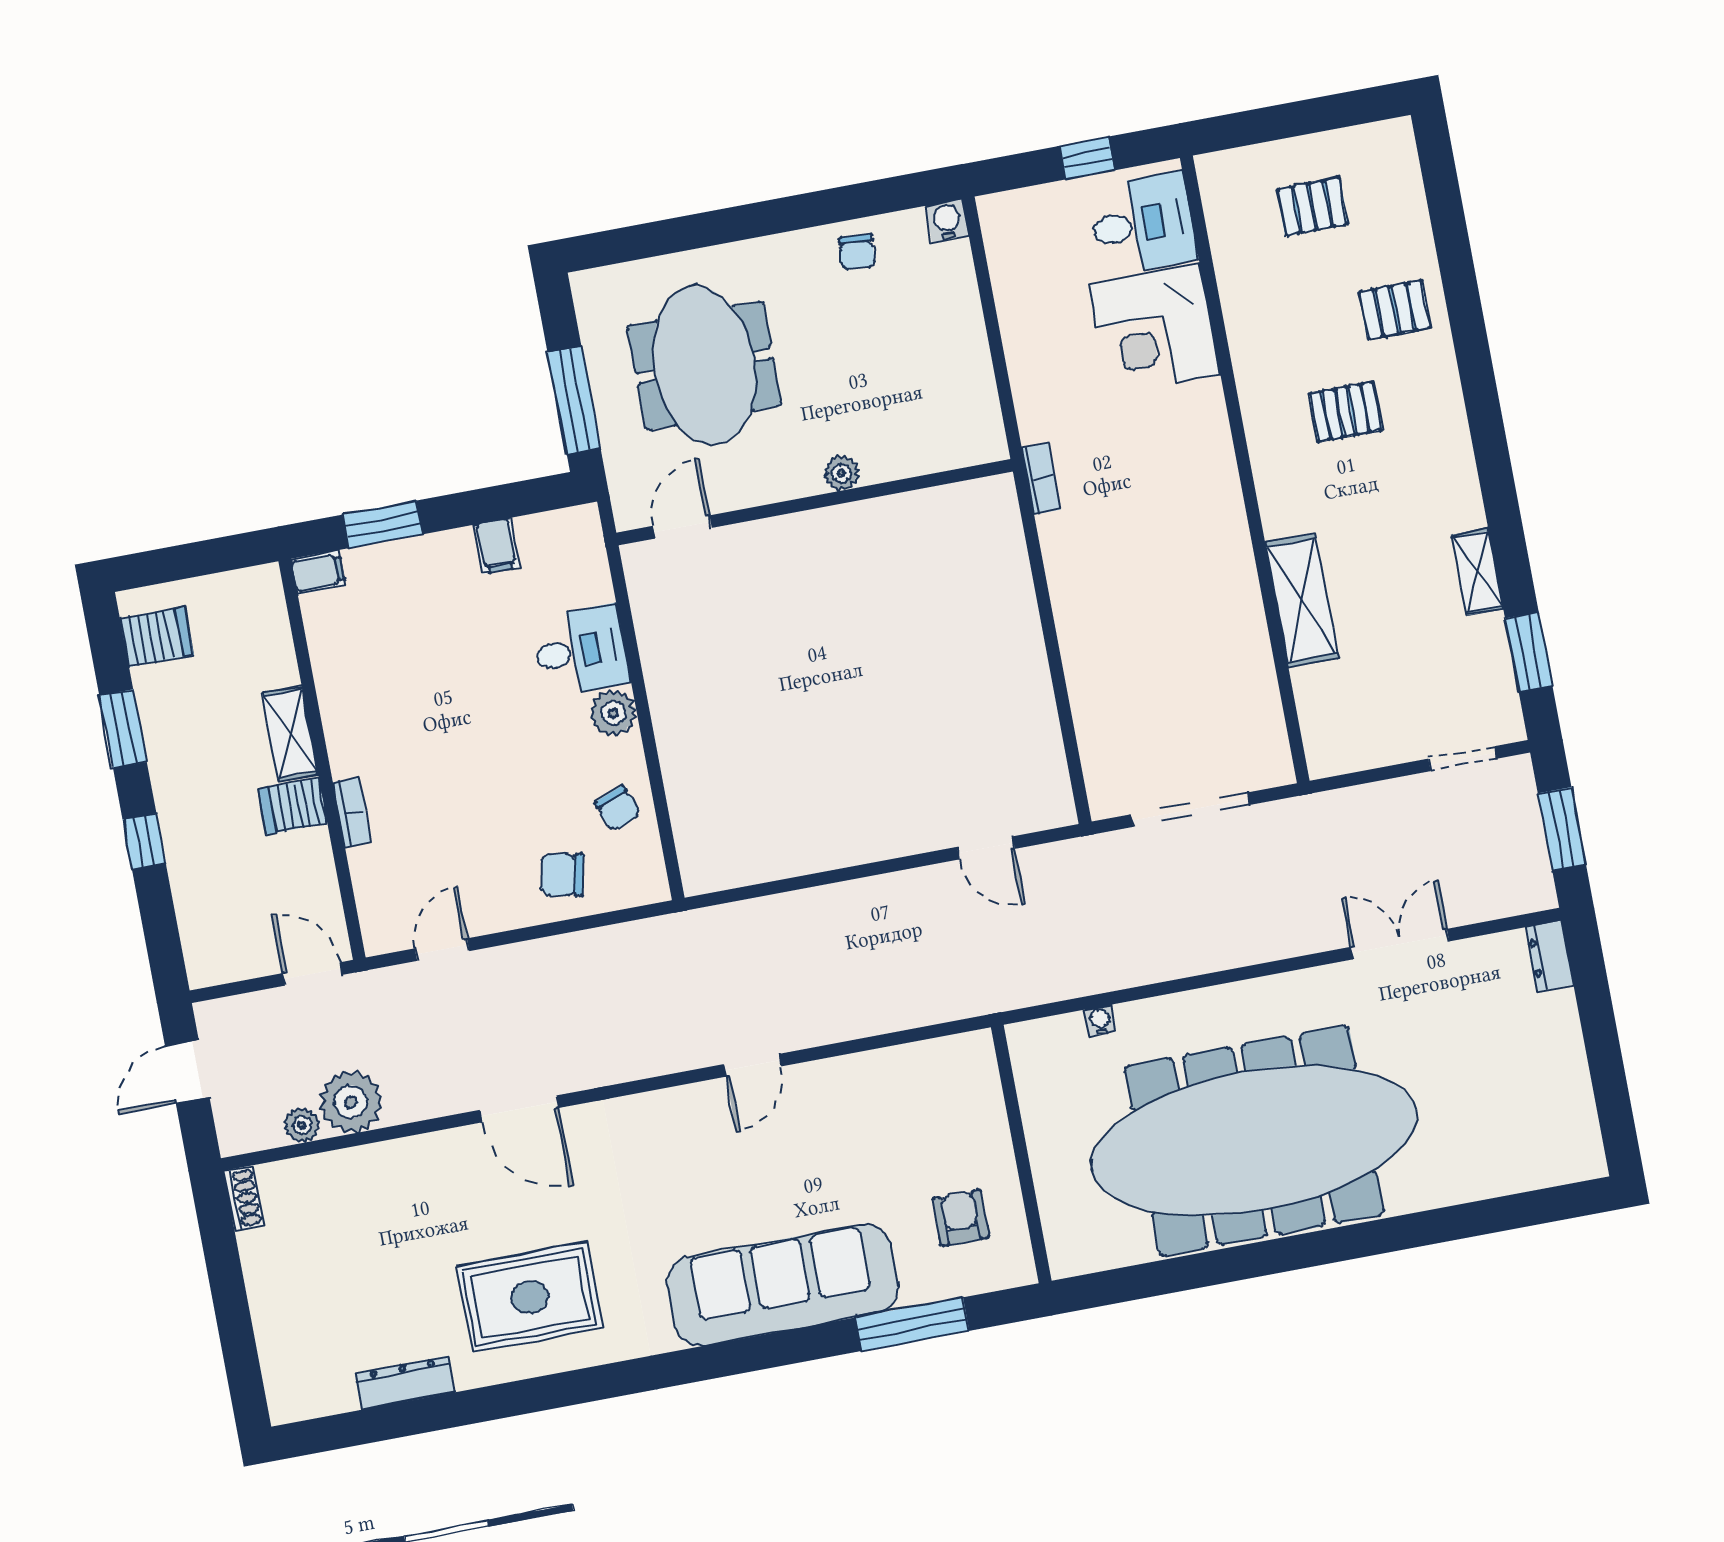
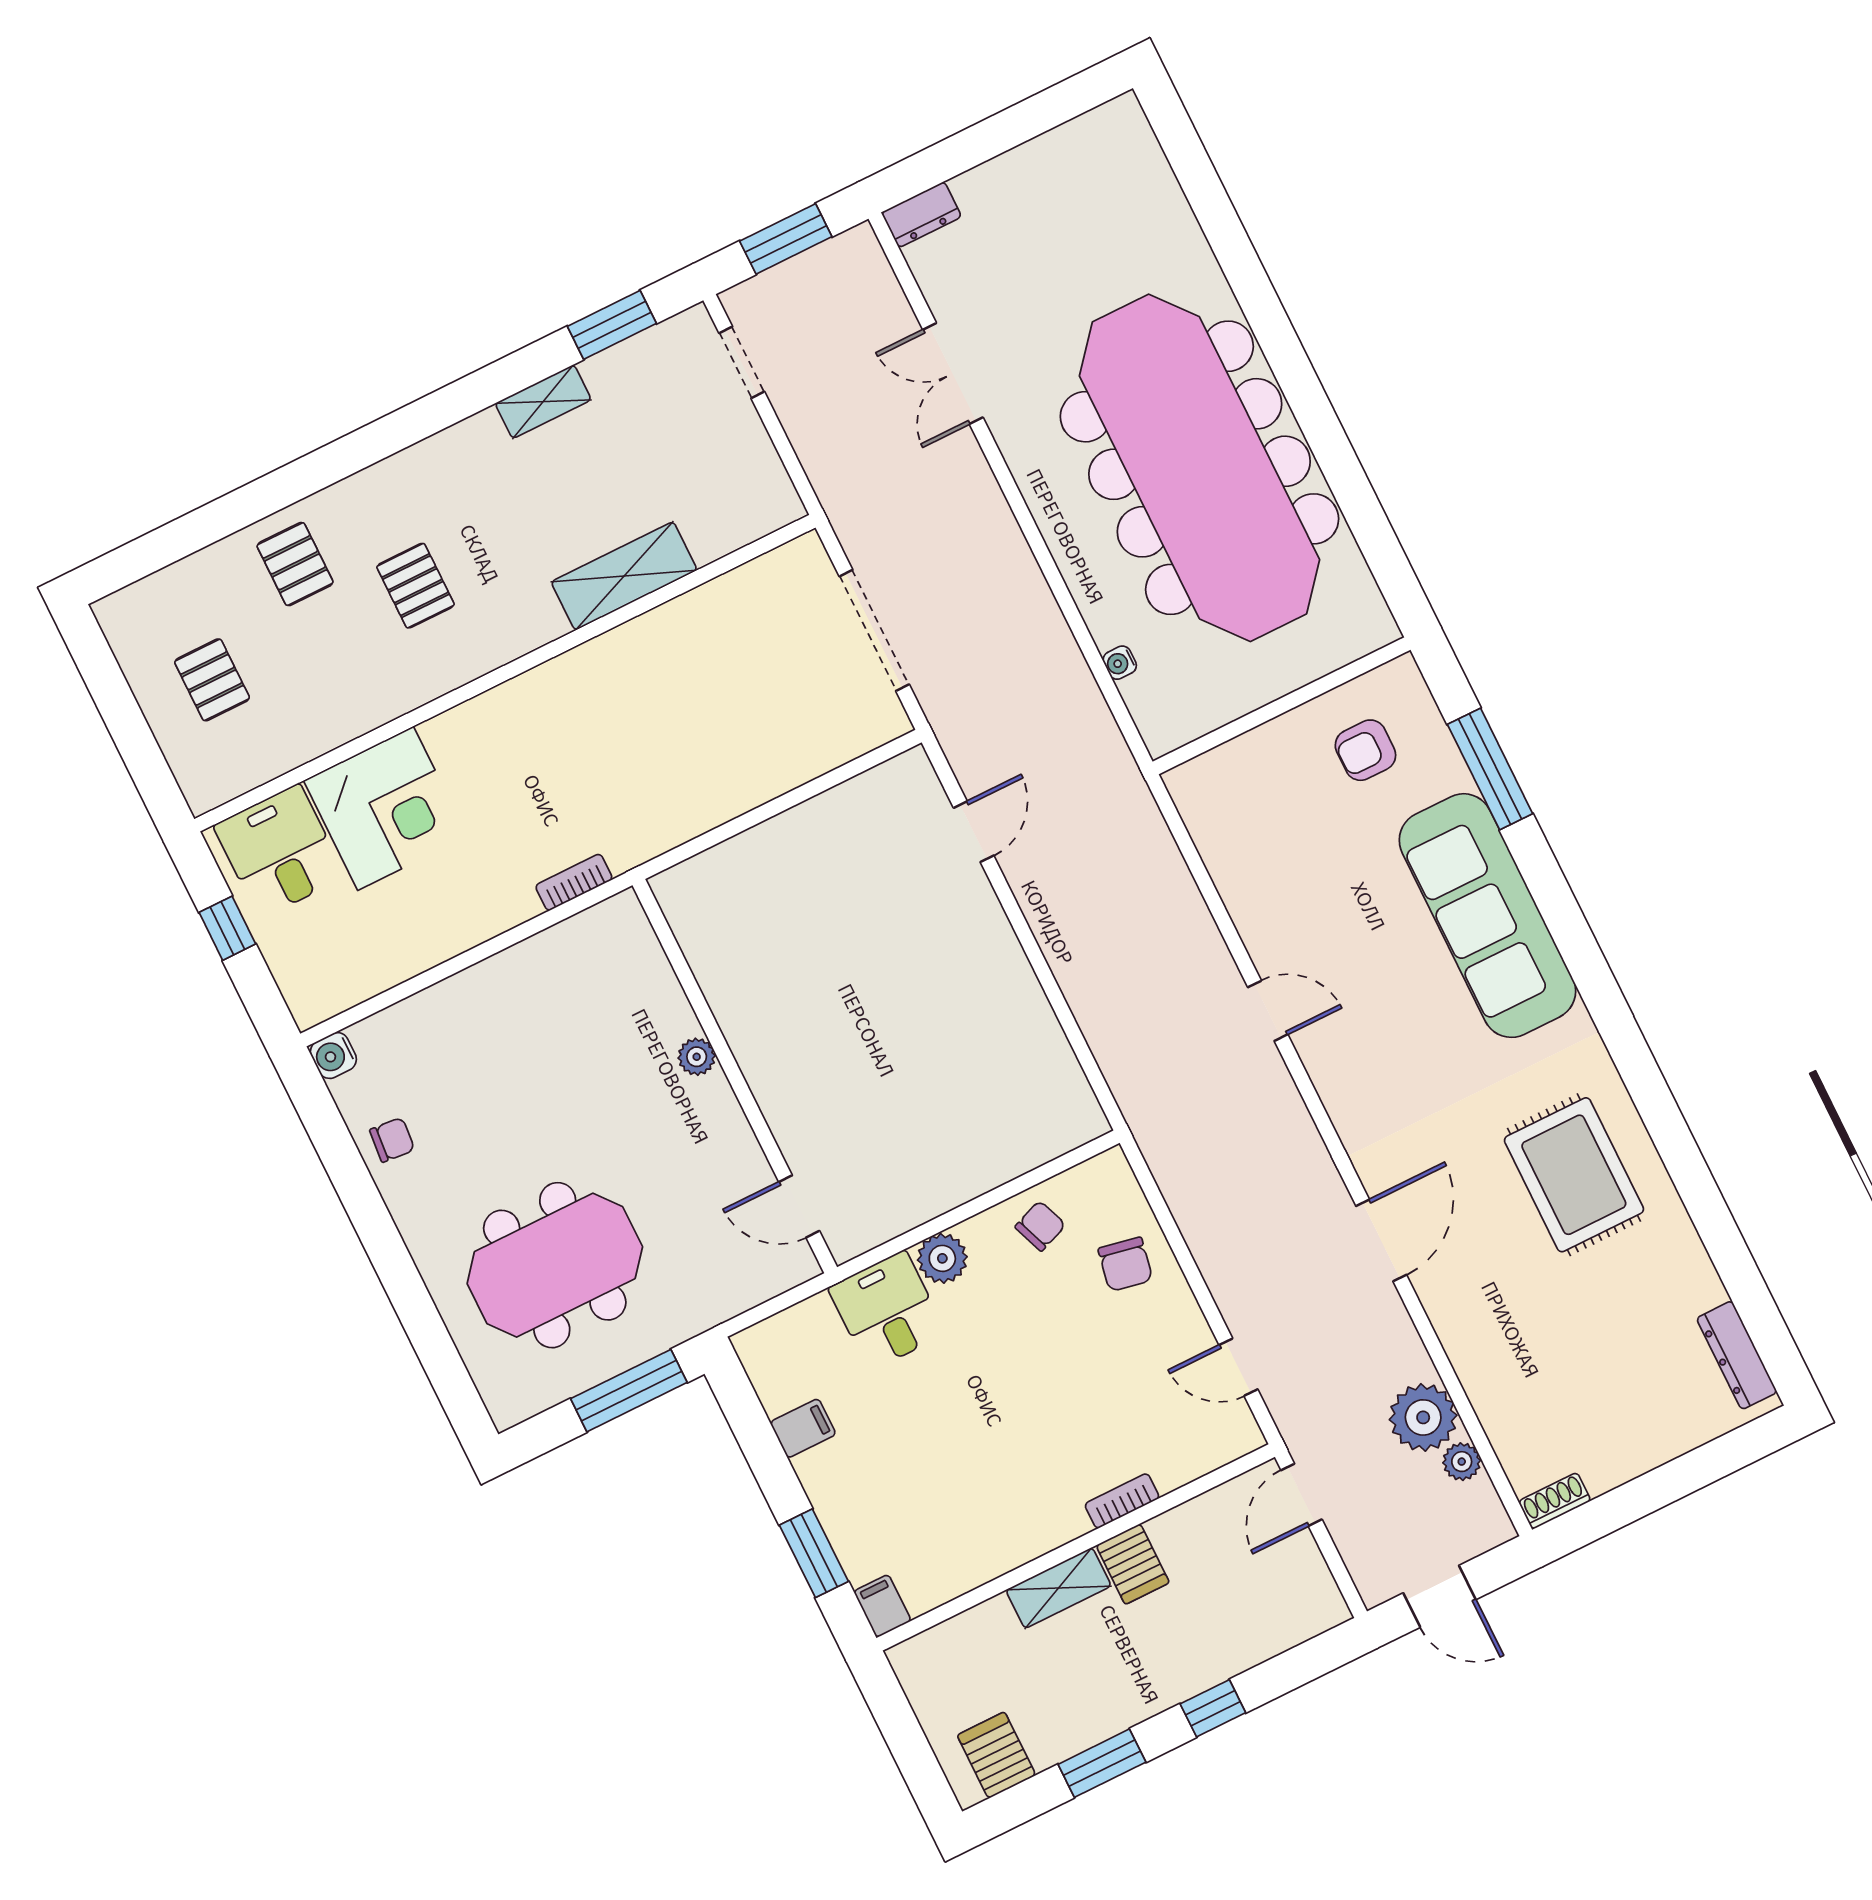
plant: (841, 473) -> (697, 1057), moved
wall: (815, 502) -> (735, 1076), moved
door: (682, 527) -> (799, 1206), moved
dresser: (405, 1383) -> (1737, 1355), moved

